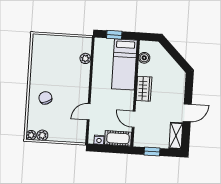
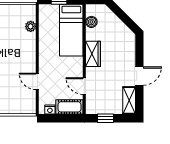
door: (89, 112) -> (37, 81), hinge flipped

